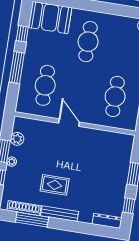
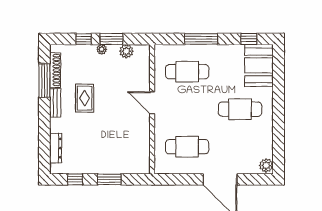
window: (22, 34) -> (249, 39), moved
door: (69, 123) -> (152, 103), swing flipped
bench: (59, 214) -> (55, 103), width x0.73
dresser: (107, 221) -> (56, 148), moved

